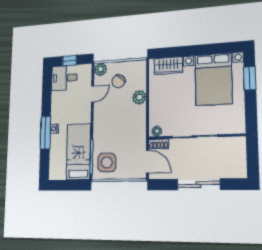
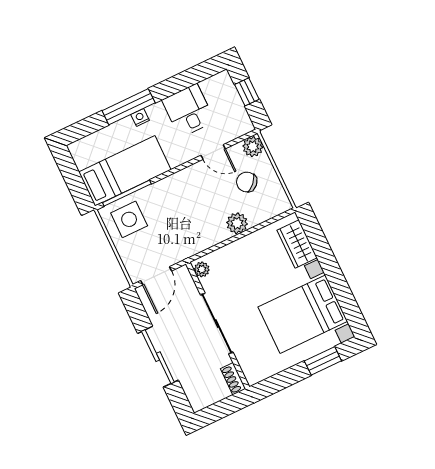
desk: (64, 78) -> (188, 111), moved
shoe rack: (159, 144) -> (233, 379), moved

